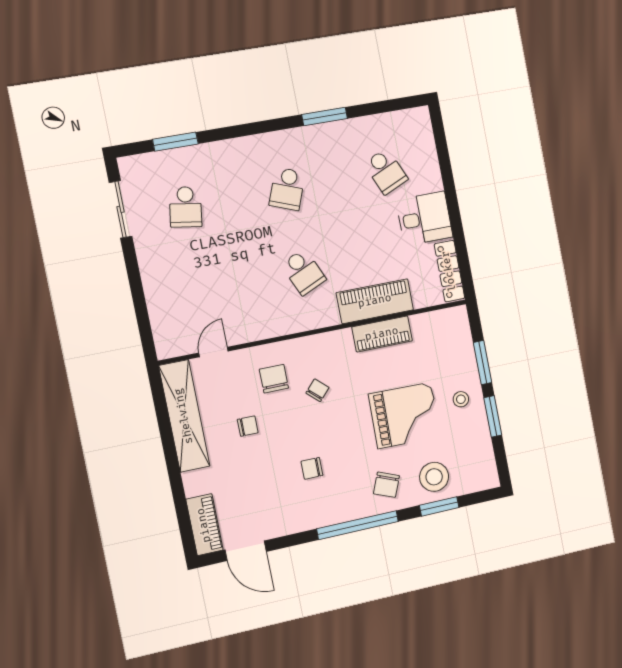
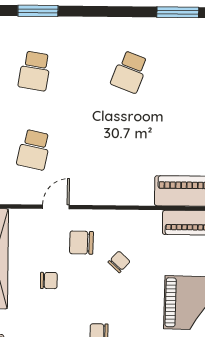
school desk: (303, 272) -> (34, 150), moved, turned 36
door: (214, 352) -> (56, 207), moved
chair: (274, 379) -> (81, 243), turned -89

